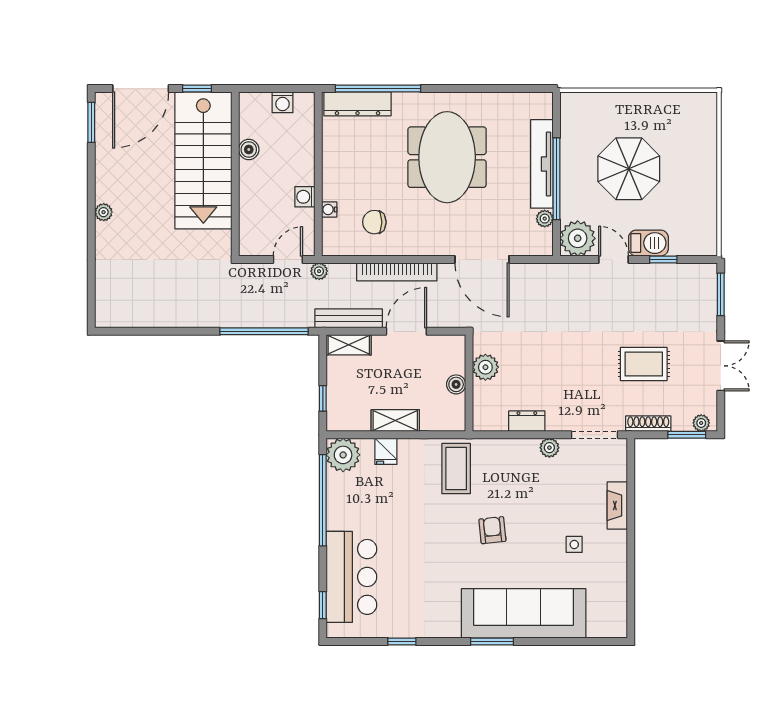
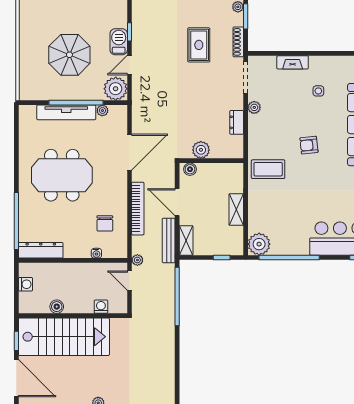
dresser: (358, 104) -> (41, 250), moved, turned -90
washing machine: (305, 197) -> (101, 307), moved, turned 180
boiler: (456, 384) -> (190, 169), moved
fridge: (386, 451) -> (257, 216), removed

